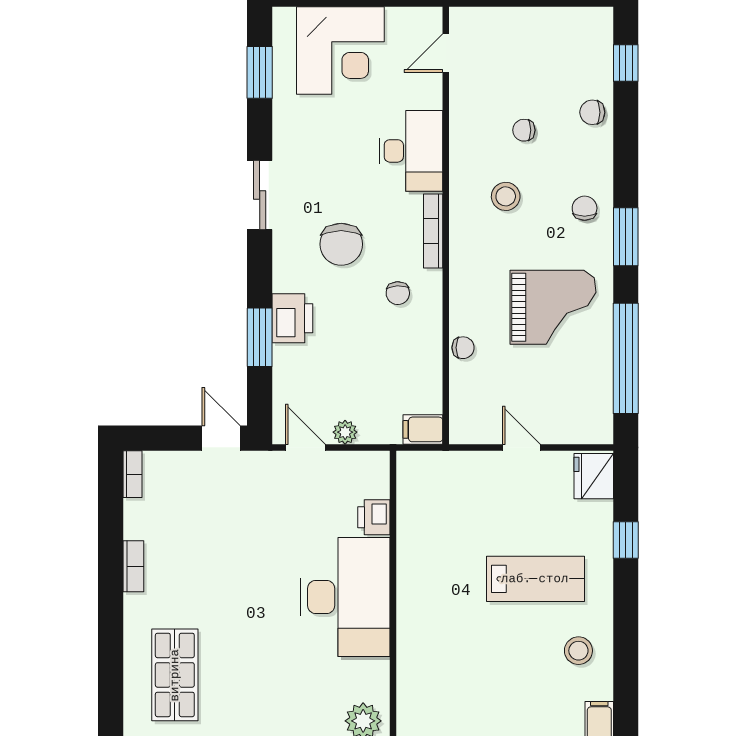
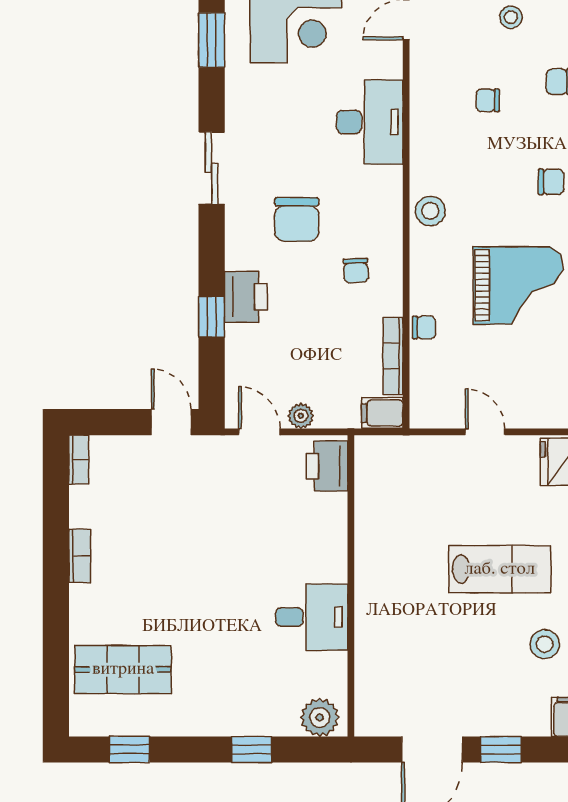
stool: (546, 51) -> (511, 17), added
stool: (506, 196) -> (430, 211), moved
chair: (585, 208) -> (551, 182), turned 90
bookcase: (433, 231) -> (393, 356), moved
window: (260, 337) -> (212, 317), width x0.67
printer: (374, 517) -> (327, 466), moved, width x1.36, depth x1.24
desk: (345, 597) -> (312, 617), width x0.53, depth x0.77
shop shelf: (175, 675) -> (123, 669), turned 90

